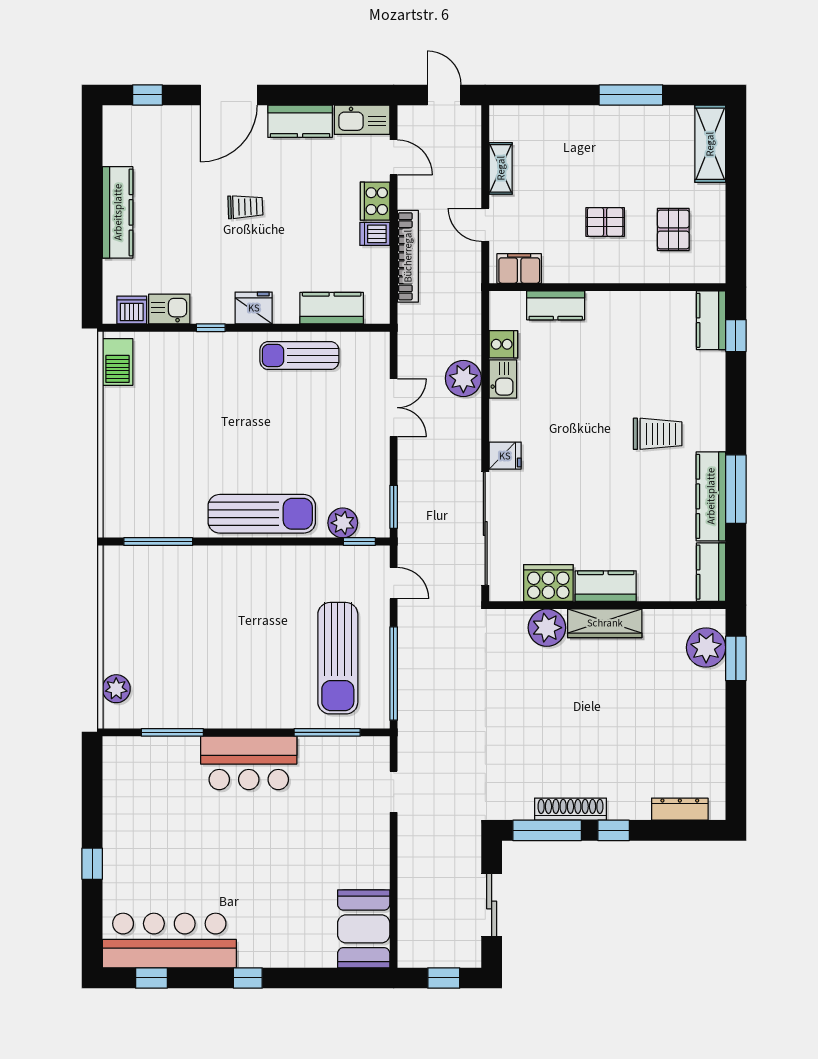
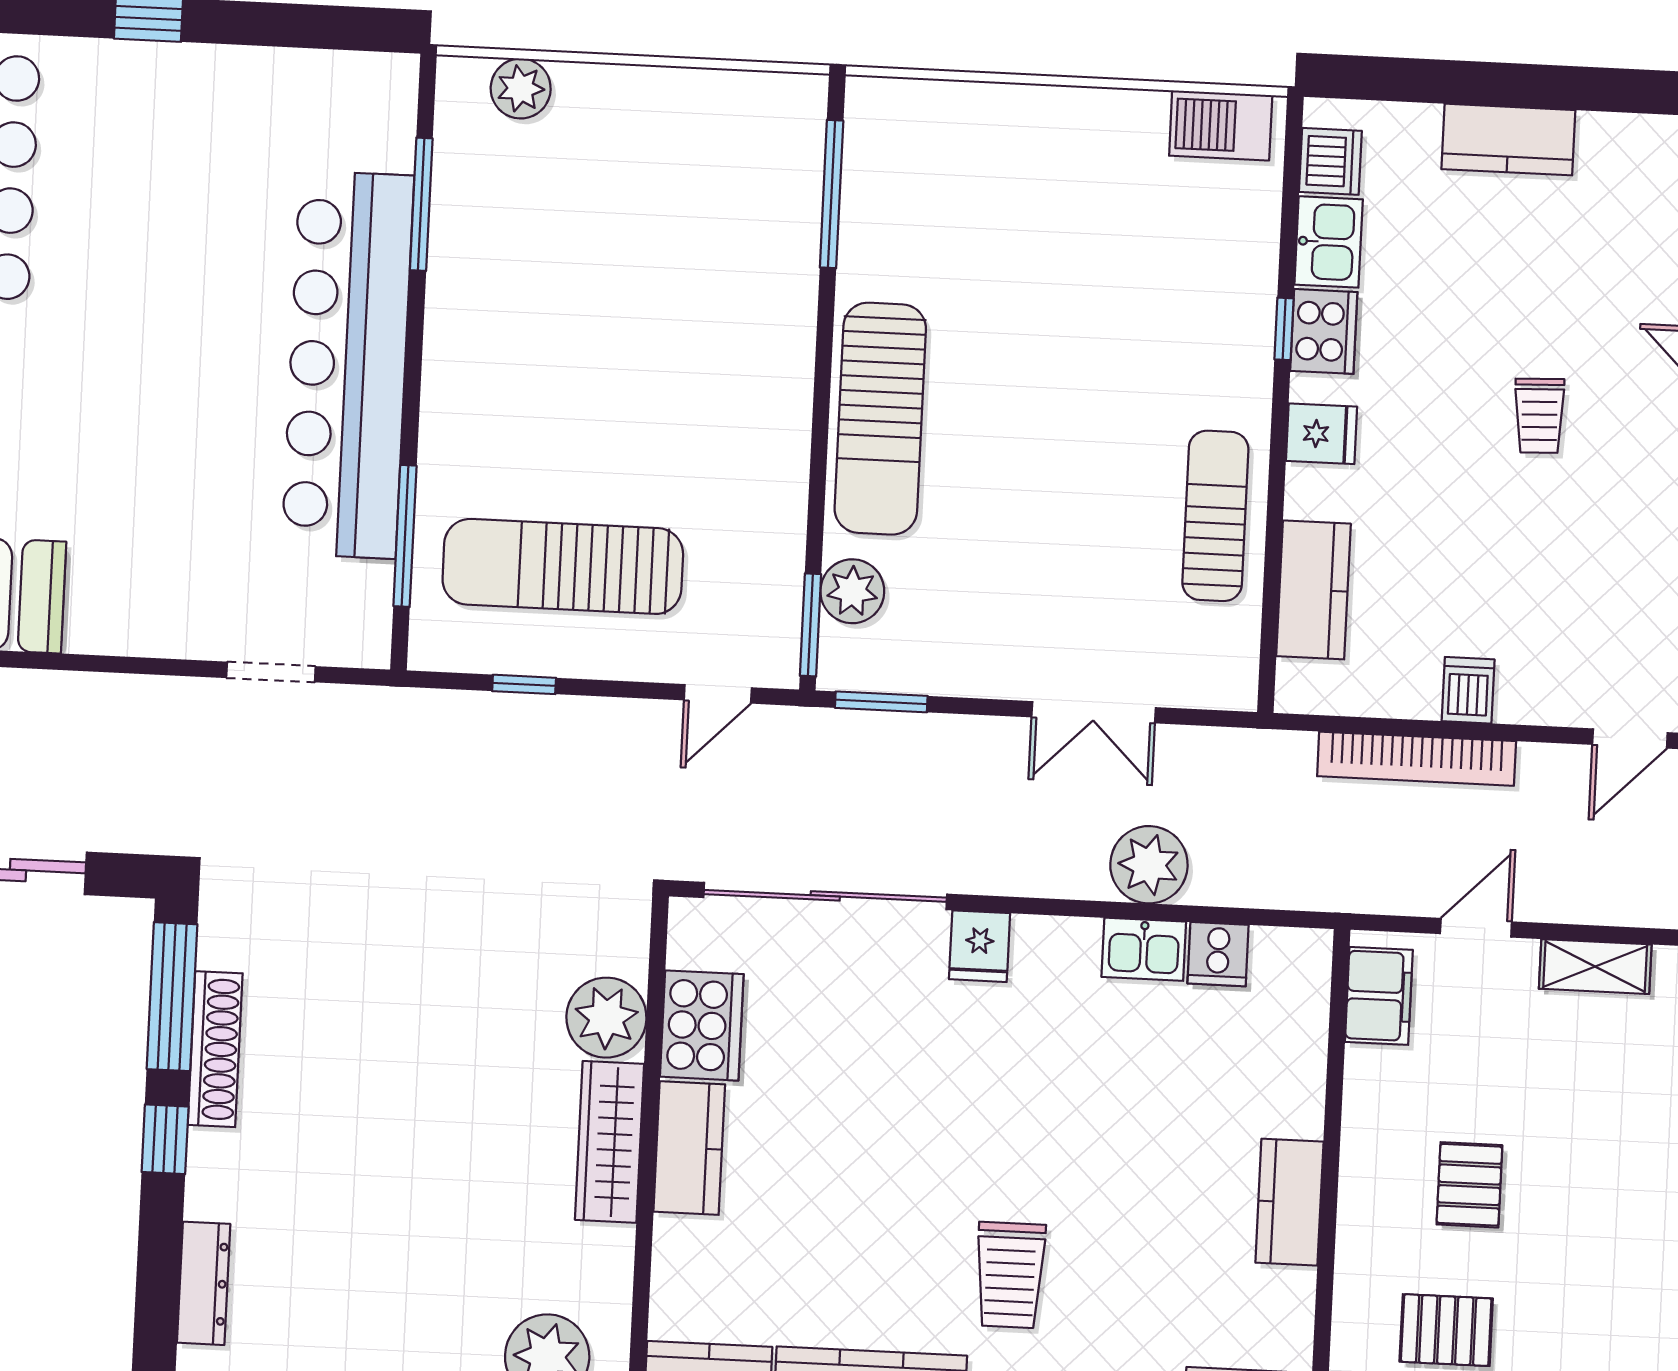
cooker: (375, 201) -> (1324, 331), moved, turned 90
kitchen counter: (118, 212) -> (1508, 140), width x0.67
kitchen counter: (556, 305) -> (1289, 1202), moved
fridge: (254, 308) -> (1321, 434), width x0.72
window: (359, 542) -> (810, 625), width x1.50
window: (394, 674) -> (524, 684), width x0.32
bar counter: (249, 763) -> (348, 365), width x1.86

